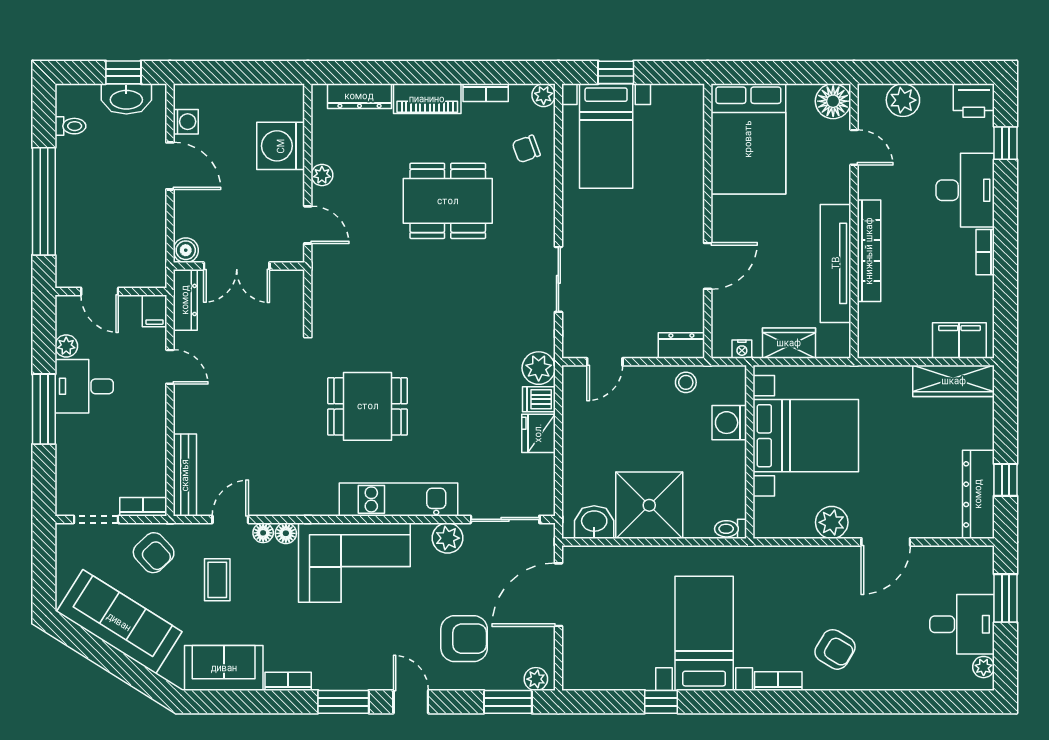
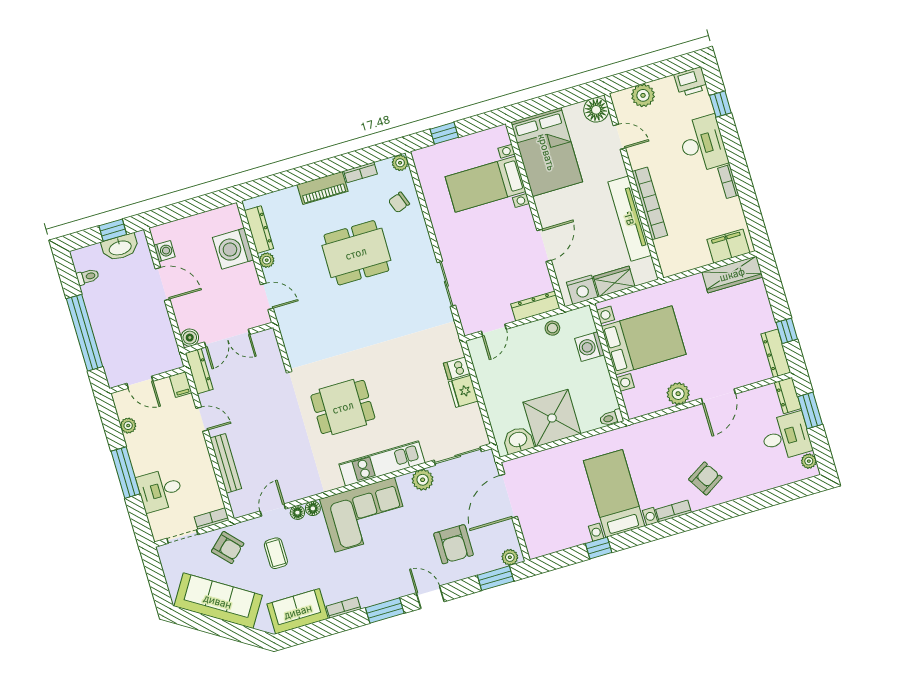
dresser: (359, 96) -> (259, 230), moved, turned -90
bed with nightstands: (606, 136) -> (485, 184), moved, turned 90
dresser: (681, 346) -> (535, 306), width x1.44
nightstand: (742, 349) -> (582, 290), width x1.89, depth x1.79
plant: (539, 368) -> (450, 347), removed
desk: (84, 386) -> (160, 490), moved
bench: (185, 475) -> (226, 463), moved
dresser: (978, 494) -> (776, 353), width x0.73, depth x0.80
dresser: (981, 569) -> (788, 395), added
armchair: (464, 639) -> (454, 544), turned 90
armchair: (835, 649) -> (705, 478), turned -63

